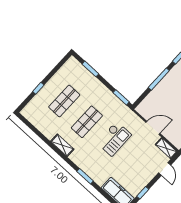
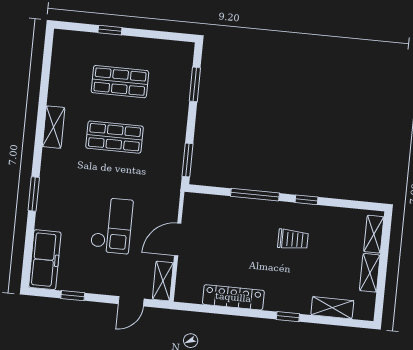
door: (153, 128) -> (178, 239), swing flipped
checkout: (114, 139) -> (112, 225), moved, turned -90

